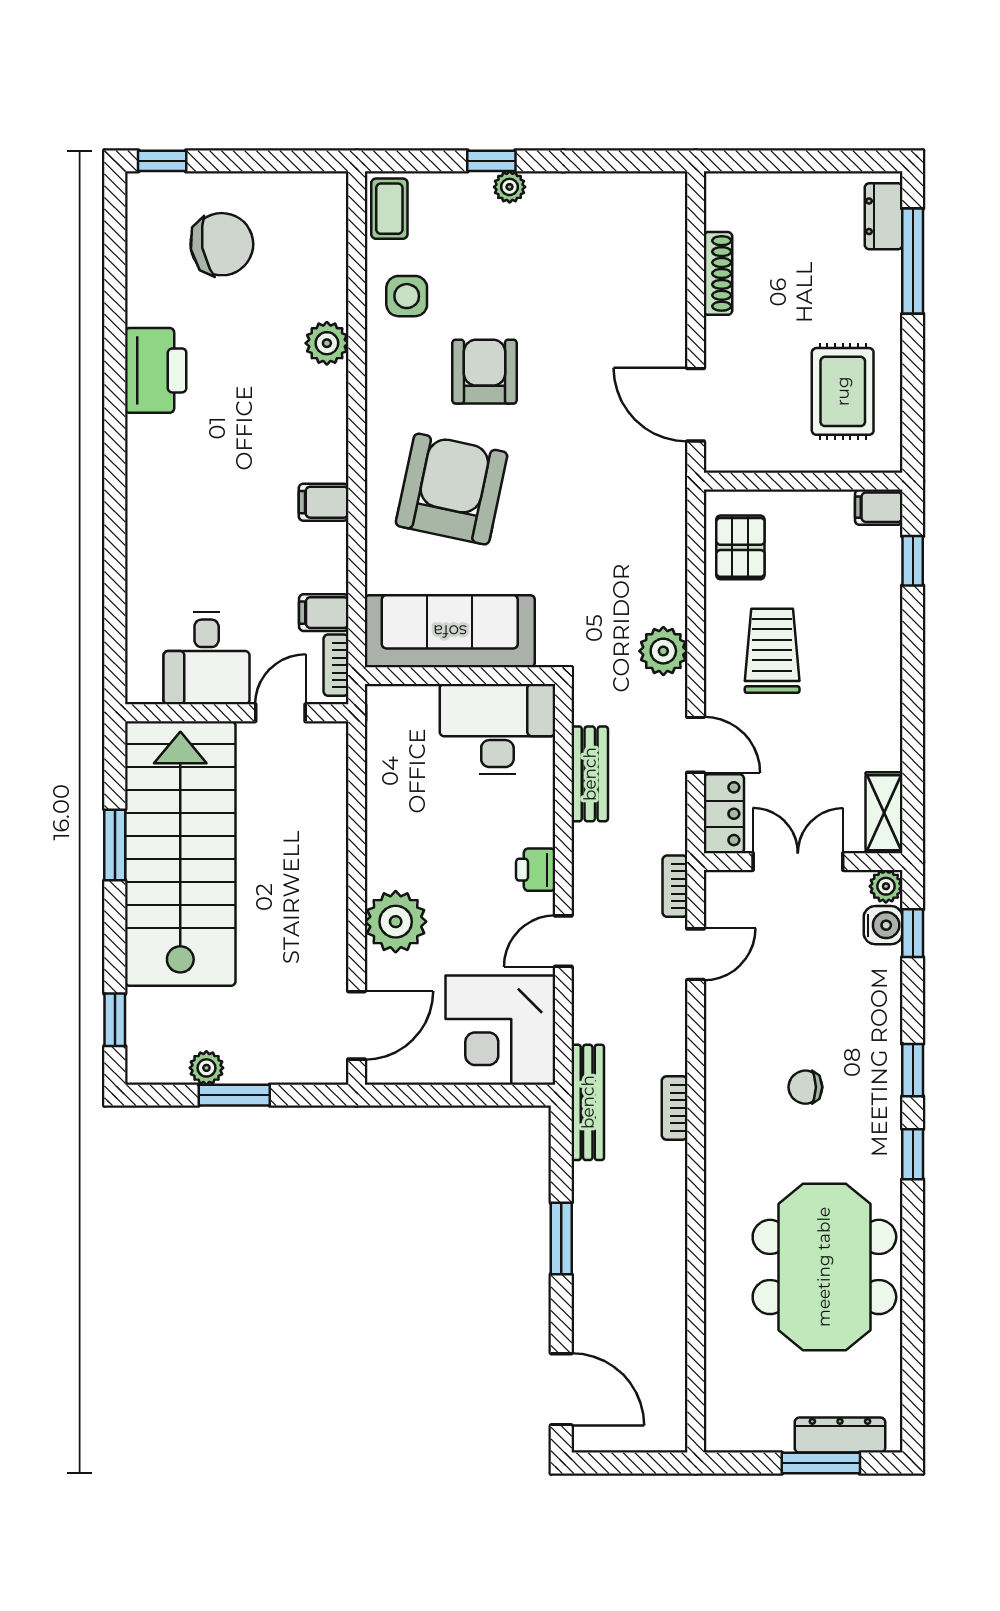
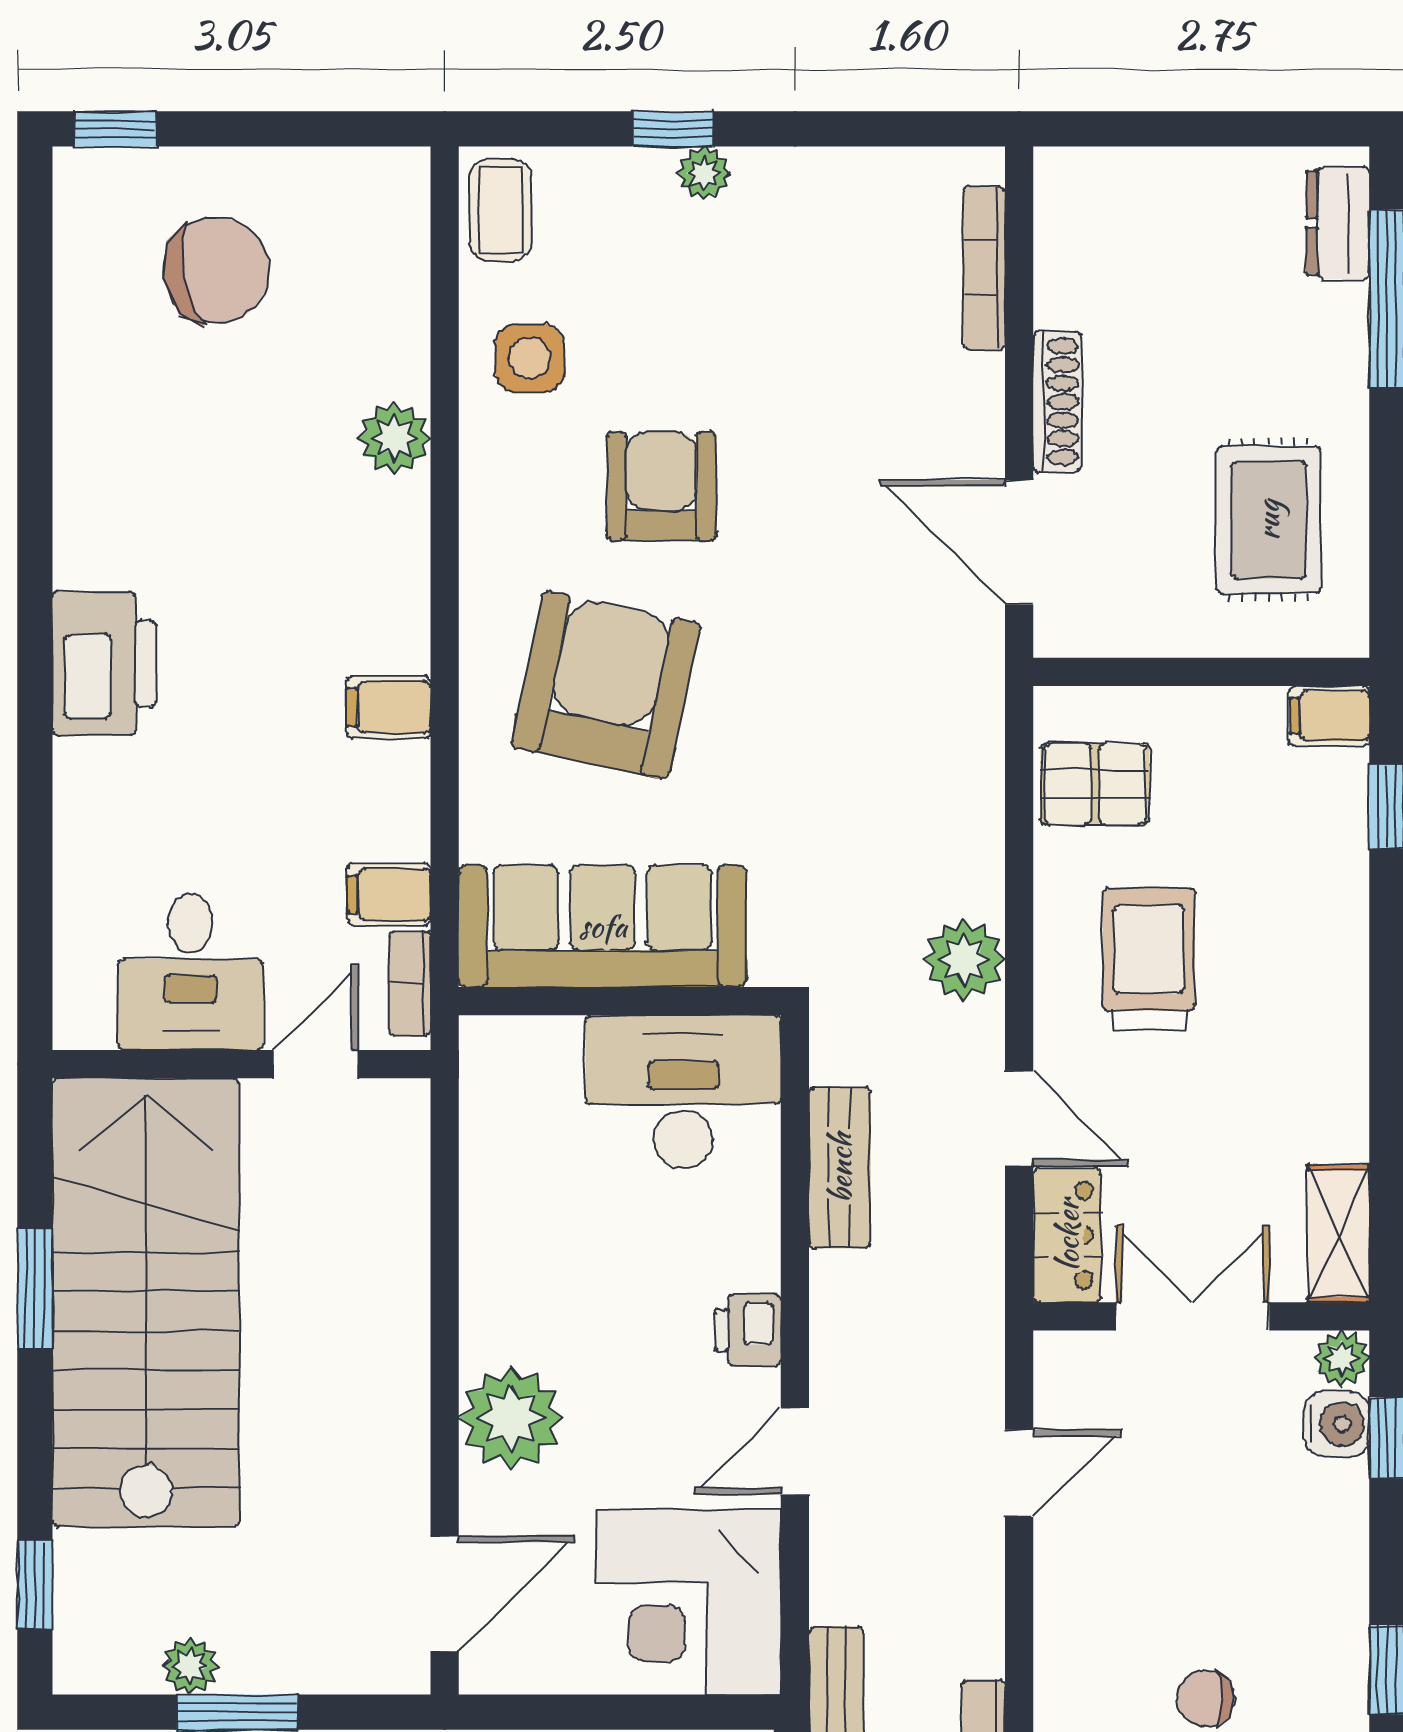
shoe rack: (718, 273) -> (1057, 402), moved
printer: (156, 370) -> (104, 664), moved
pallet: (740, 547) -> (1095, 784), turned 90
bookcase: (675, 886) -> (984, 268), moved, width x1.56

